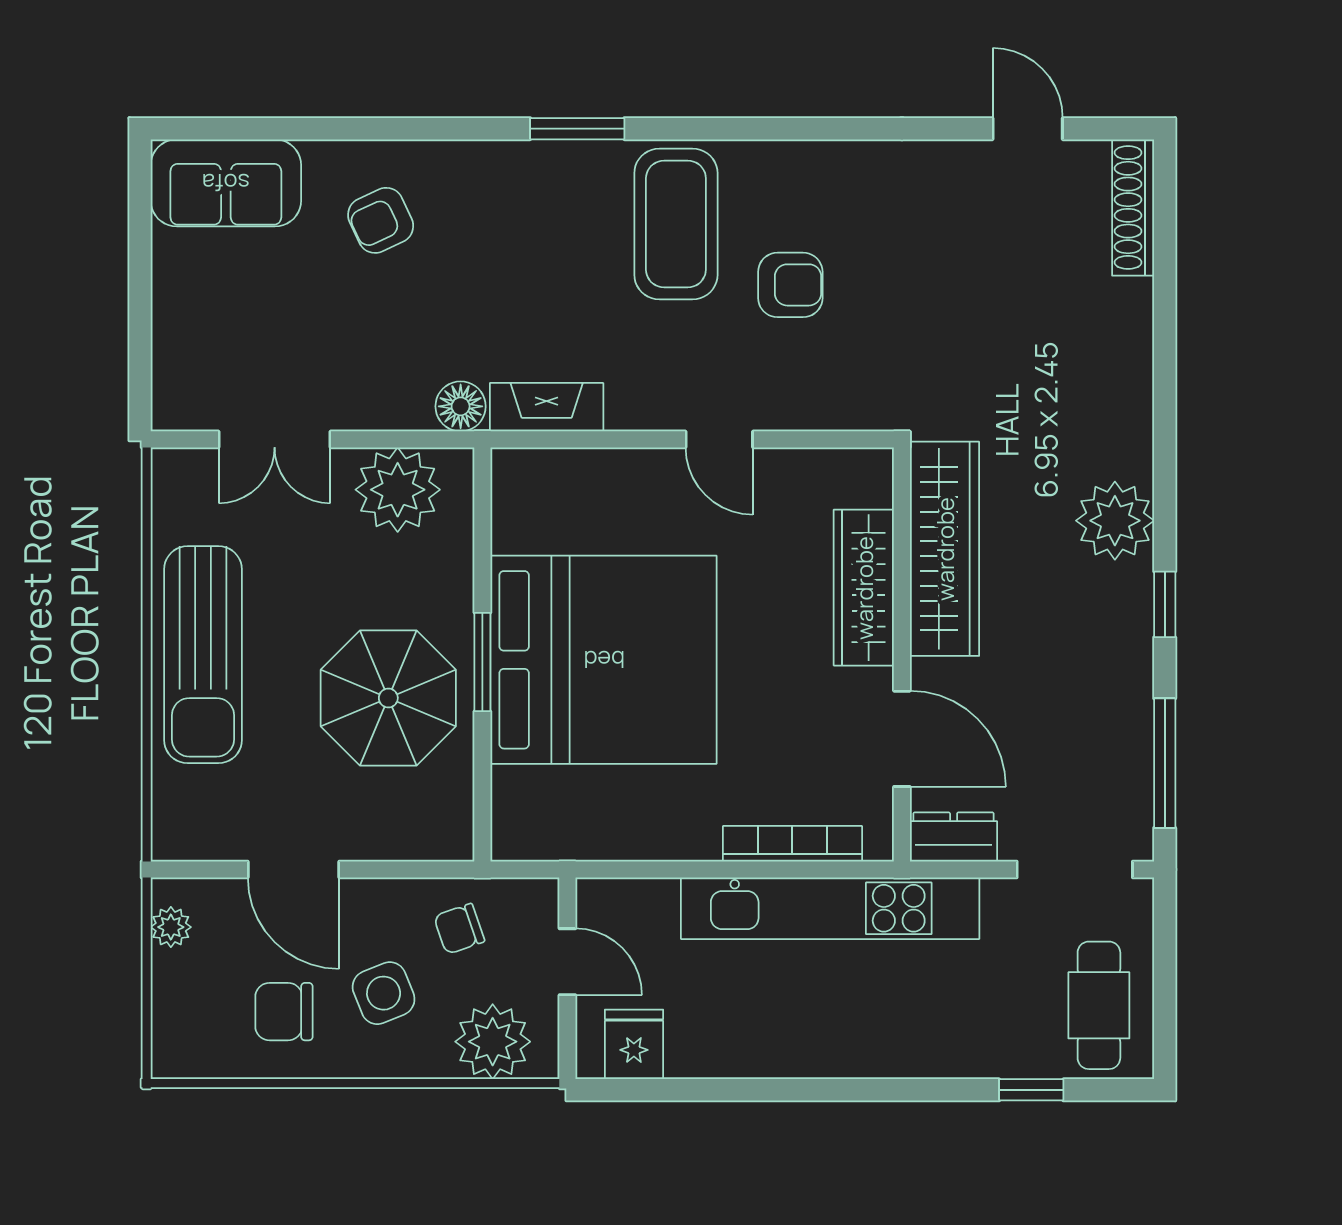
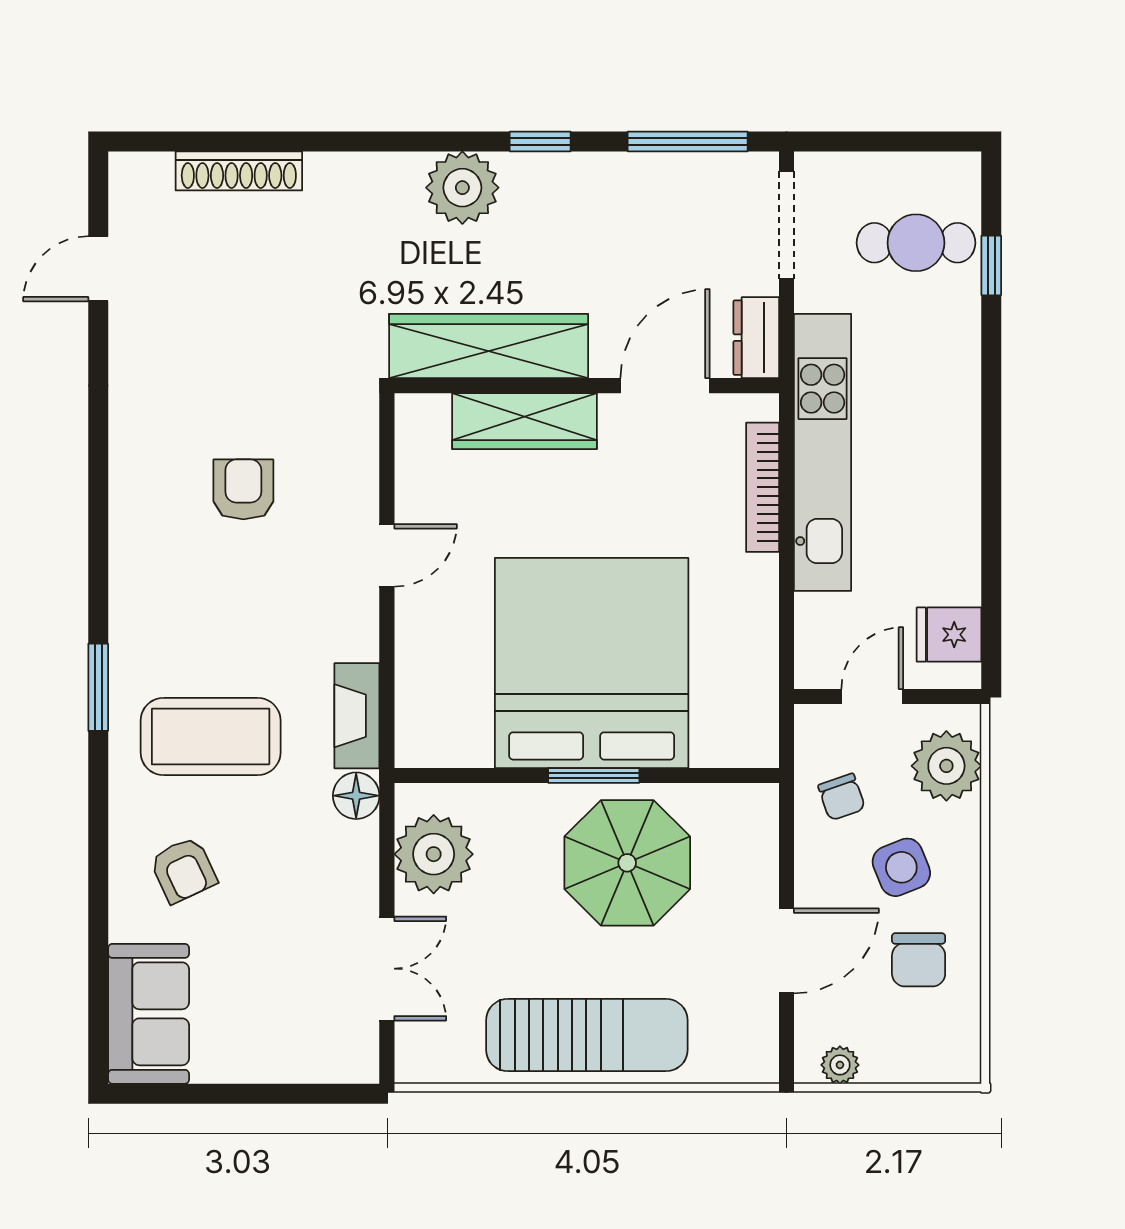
shoe rack: (1133, 208) -> (239, 171), moved
coffee table: (676, 224) -> (211, 737), moved
cafe table: (1099, 1005) -> (916, 243), moved

